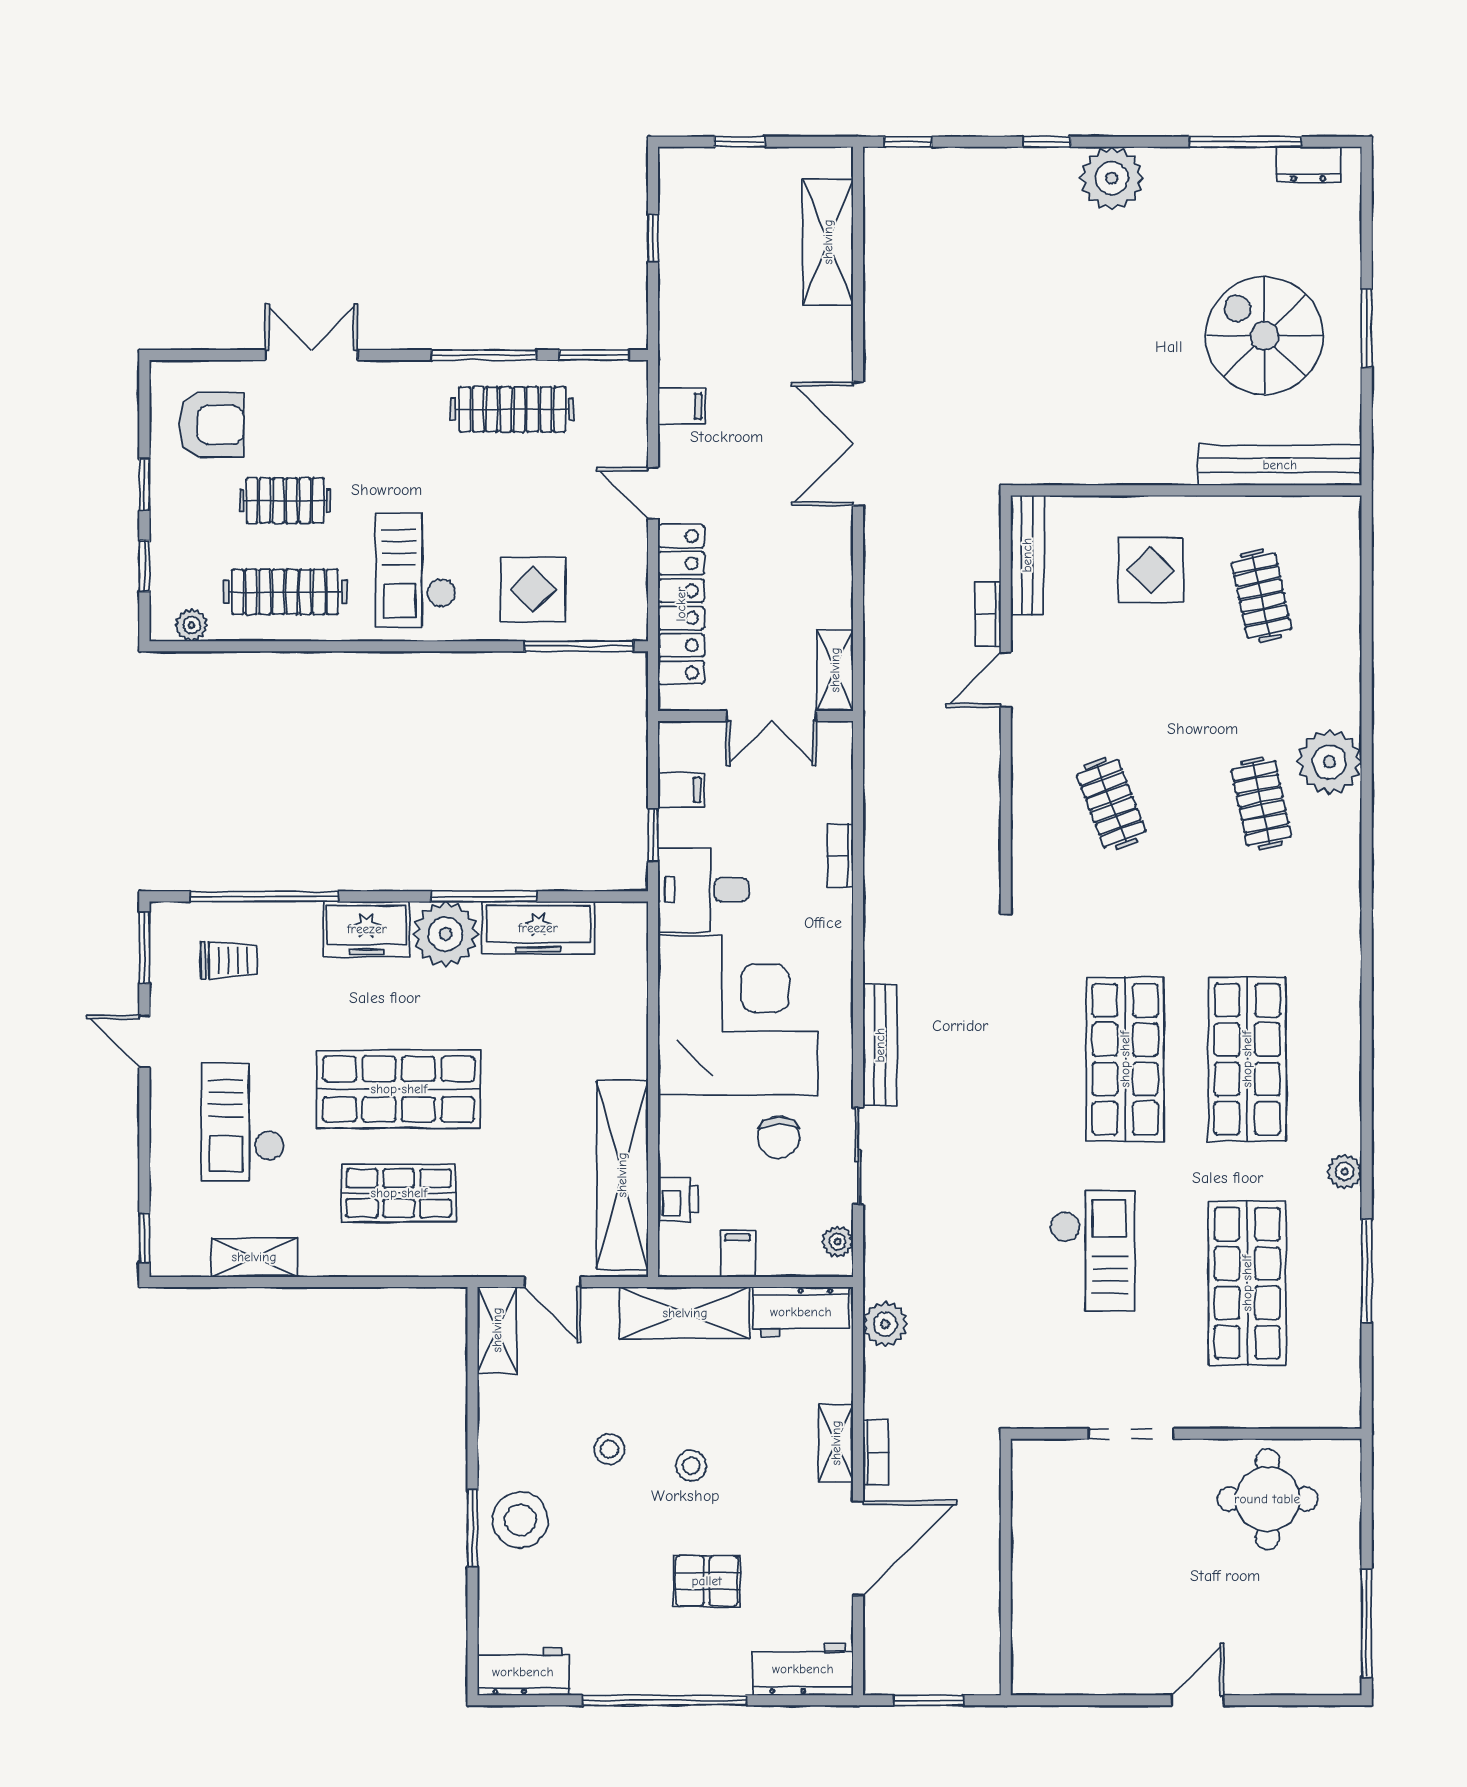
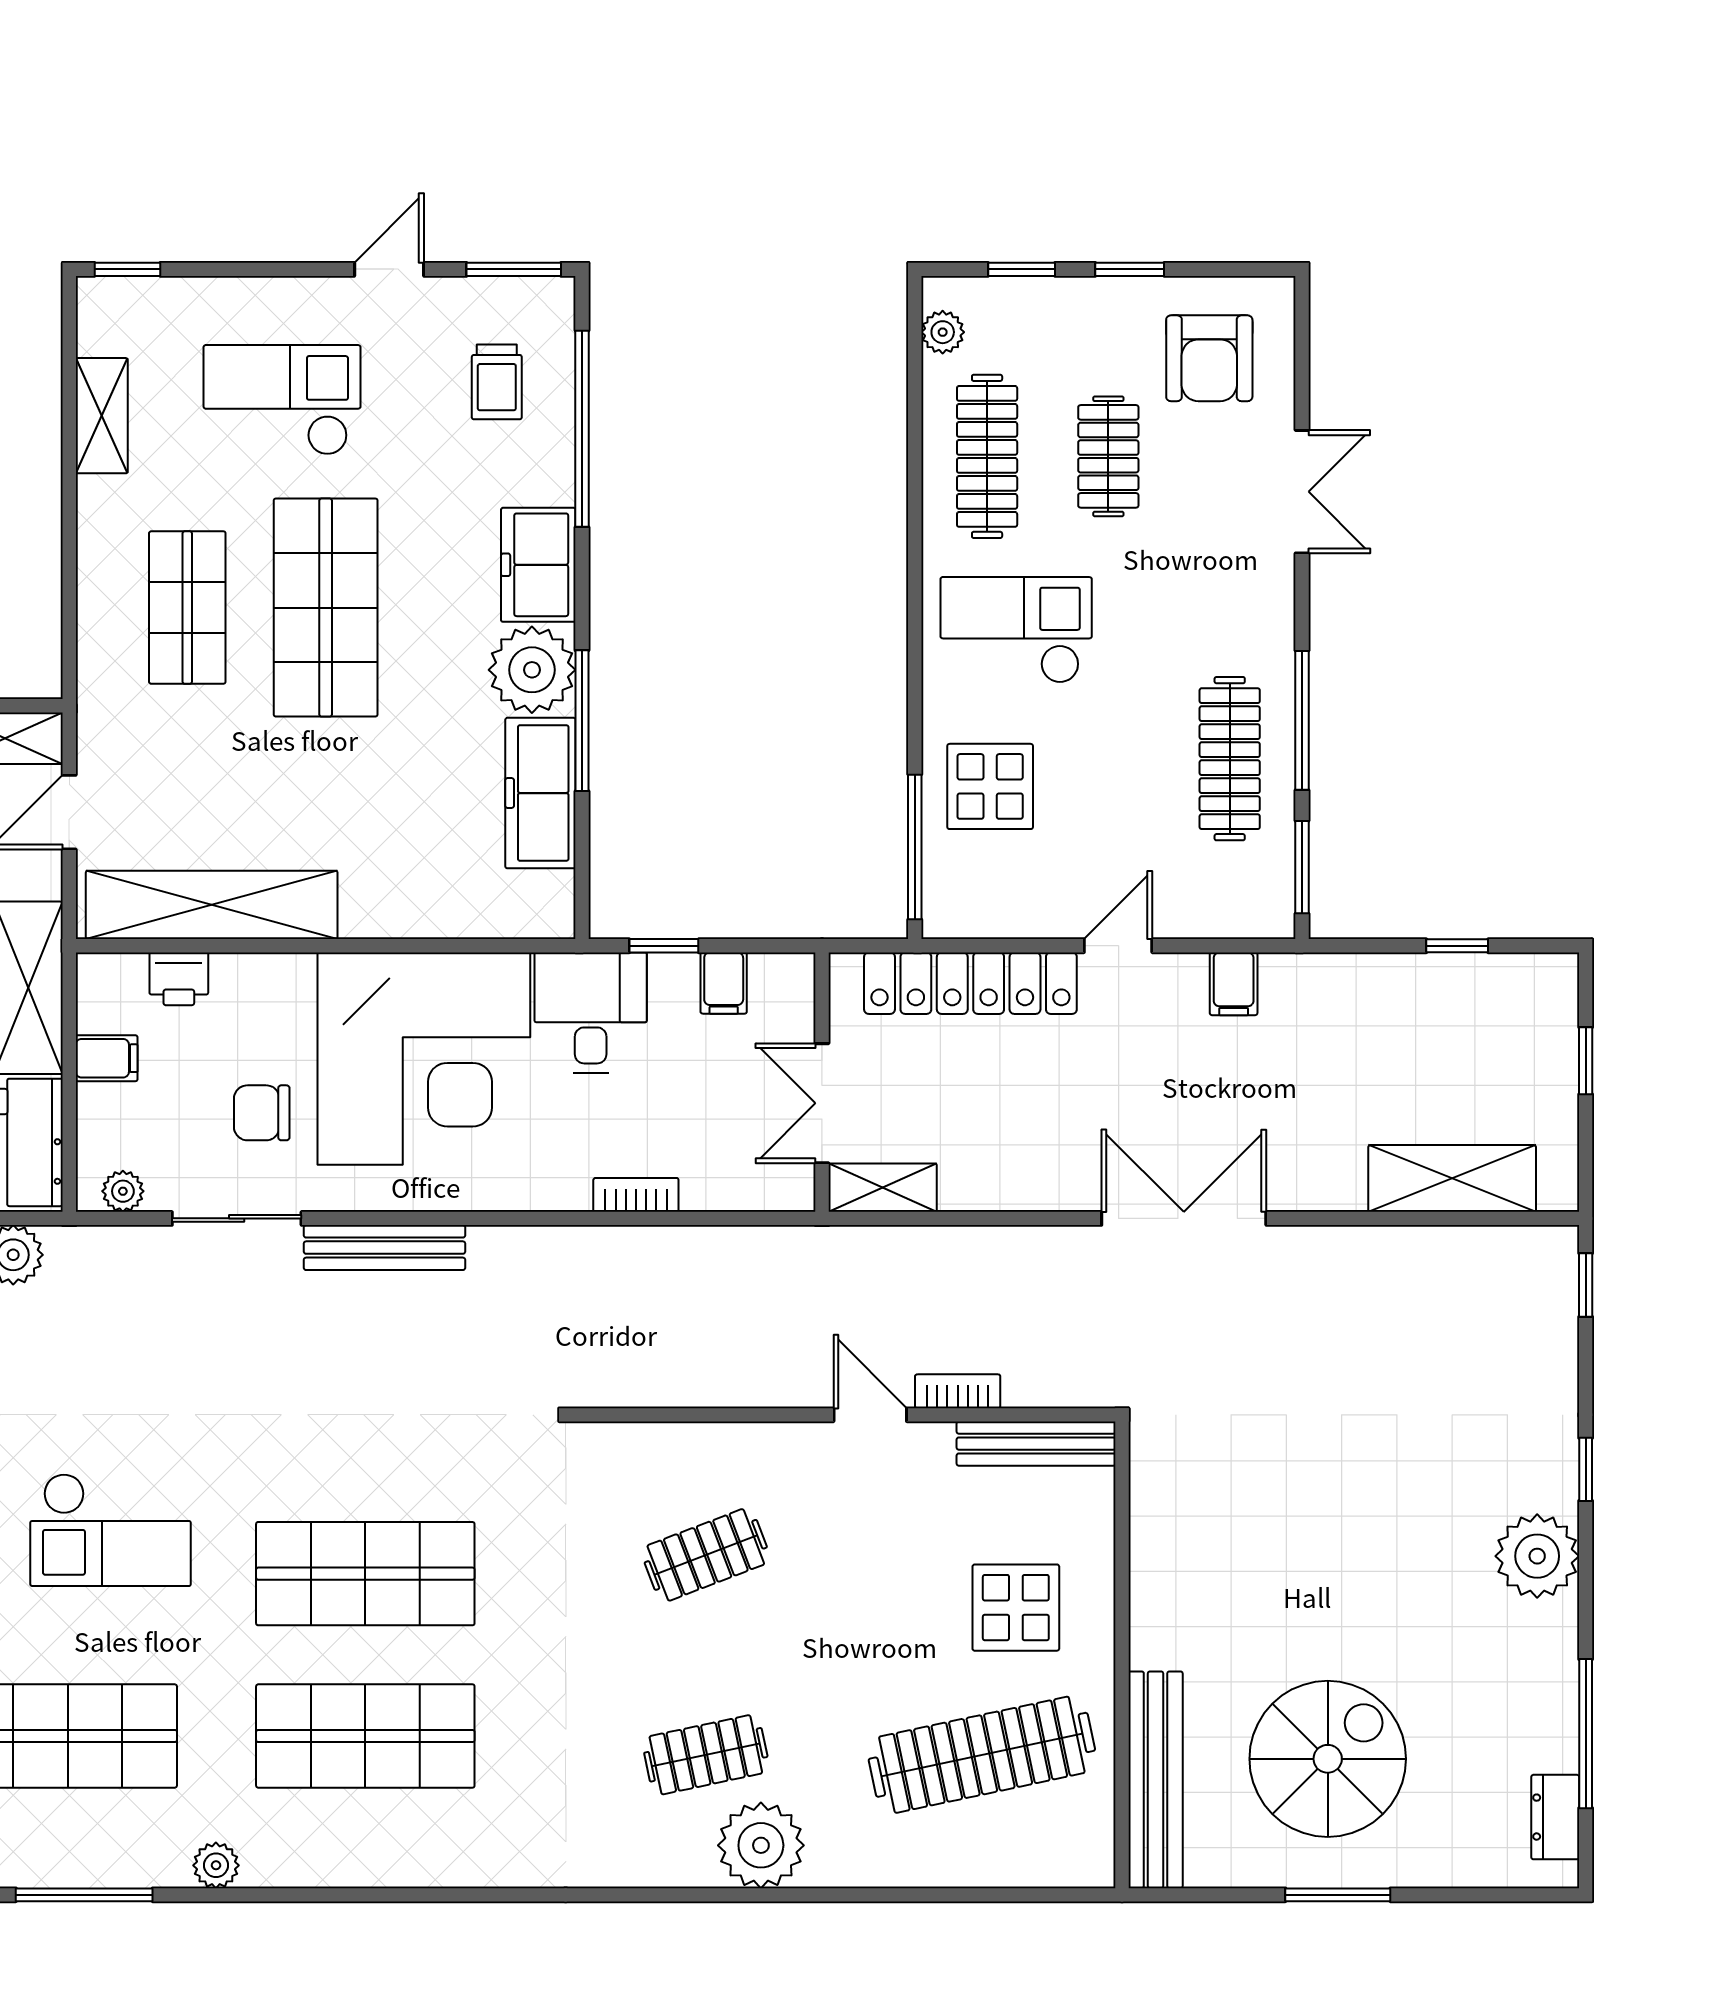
clothes rail: (1261, 596) -> (982, 1755), width x1.86, depth x1.31

